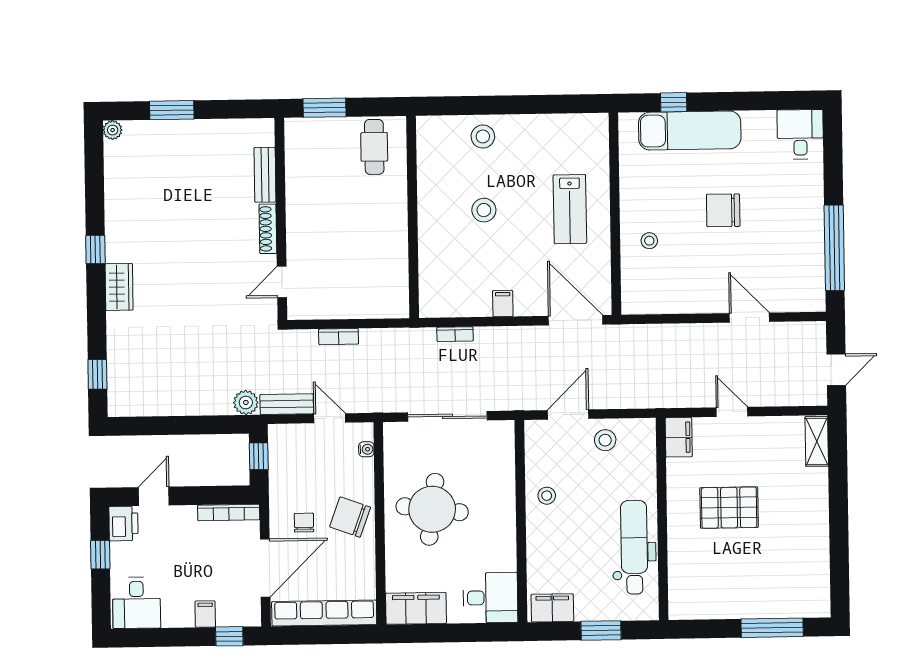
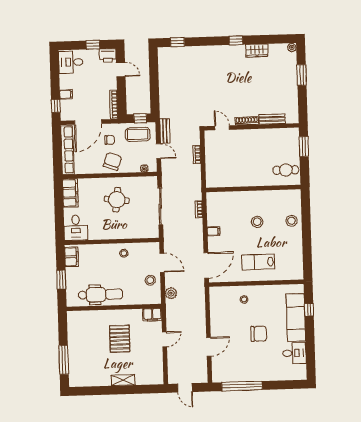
desk: (800, 134) -> (294, 353), moved
chair: (723, 210) -> (259, 334), turned 90
wardrobe: (119, 287) -> (257, 50), moved
plant: (246, 402) -> (171, 293), moved
door: (330, 418) -> (159, 151), hinge flipped
shelving: (817, 441) -> (123, 380), moved
coffee table: (293, 462) -> (138, 134), added
round table: (432, 509) -> (117, 200), width x0.73, depth x0.73
door: (265, 568) -> (88, 122), hinge flipped

